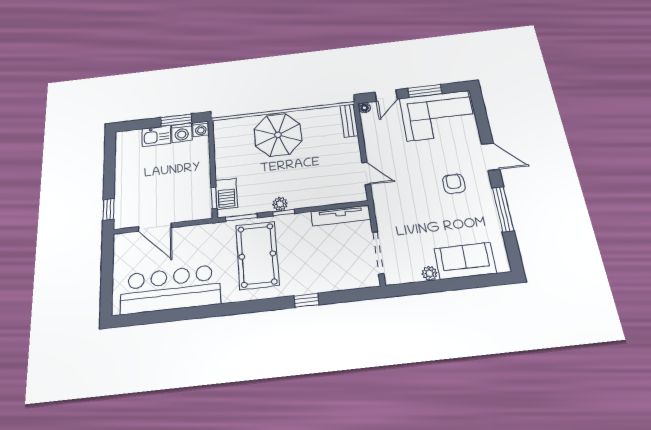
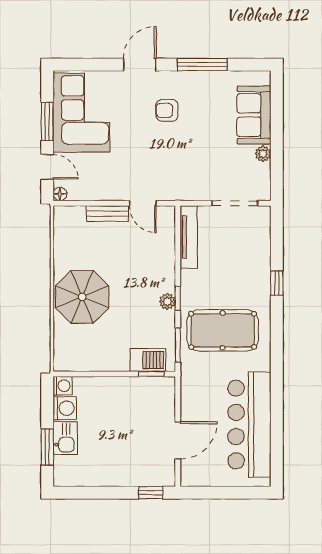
window: (176, 120) -> (47, 447), moved
bench: (349, 120) -> (107, 214), moved
door: (366, 173) -> (143, 203), swing flipped

